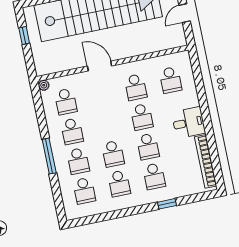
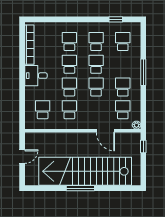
window: (24, 36) -> (143, 147), moved
door: (100, 66) -> (105, 131), moved
school desk: (78, 161) -> (96, 87), moved
window: (167, 204) -> (116, 19), moved

